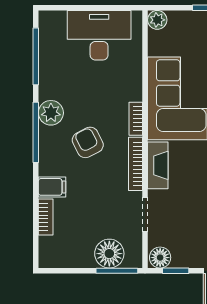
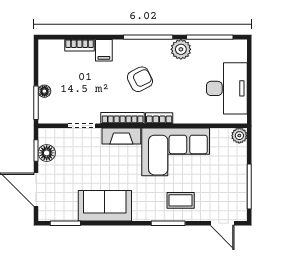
plant: (51, 113) -> (181, 49), moved
floor lamp: (109, 254) -> (44, 91), width x0.53, depth x0.53
floor lamp: (160, 258) -> (47, 153), moved

